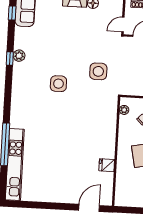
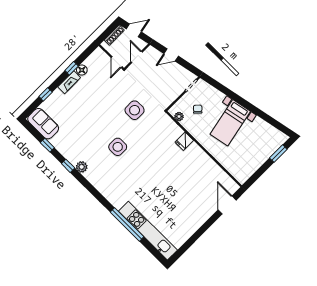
window: (12, 13) -> (47, 145), moved
plant: (19, 56) -> (82, 167), moved
fridge: (107, 165) -> (184, 141), moved

